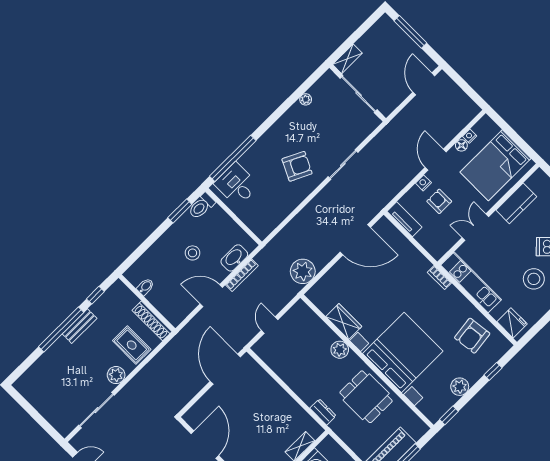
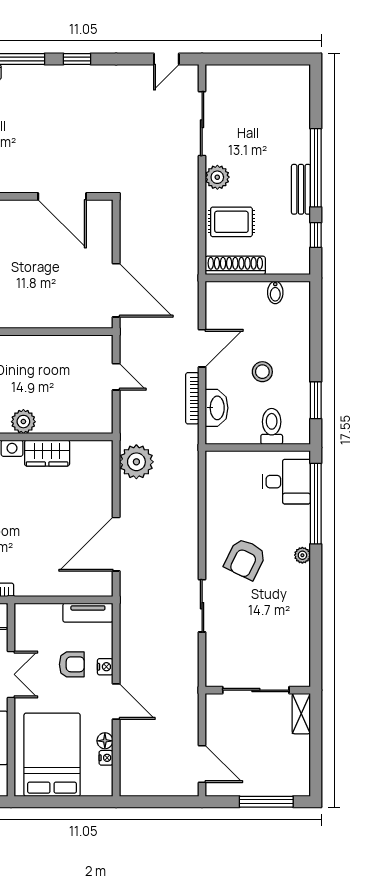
plant: (306, 99) -> (302, 555), moved
toilet: (202, 206) -> (272, 426), moved

